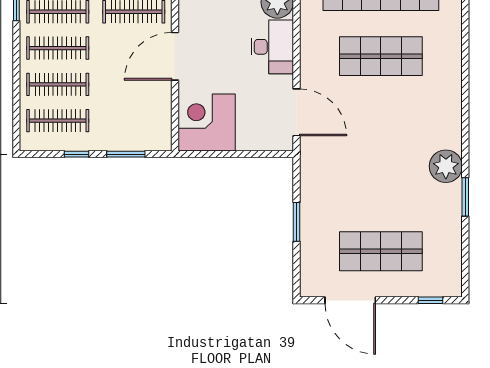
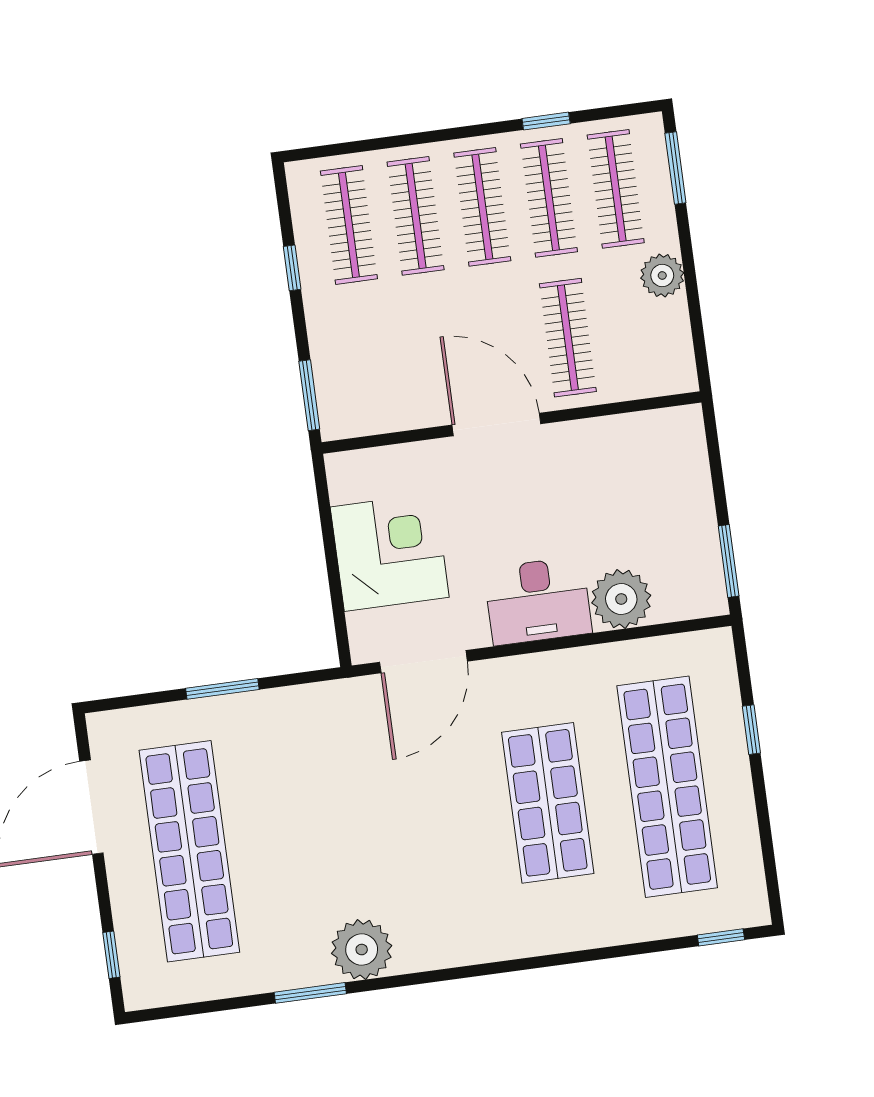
corner desk: (207, 123) -> (390, 552), moved
window: (126, 154) -> (309, 395), moved
shop shelf: (381, 251) -> (189, 851), width x1.40

